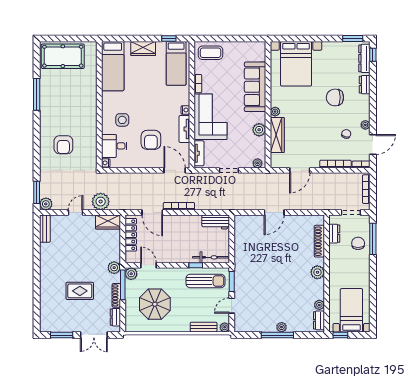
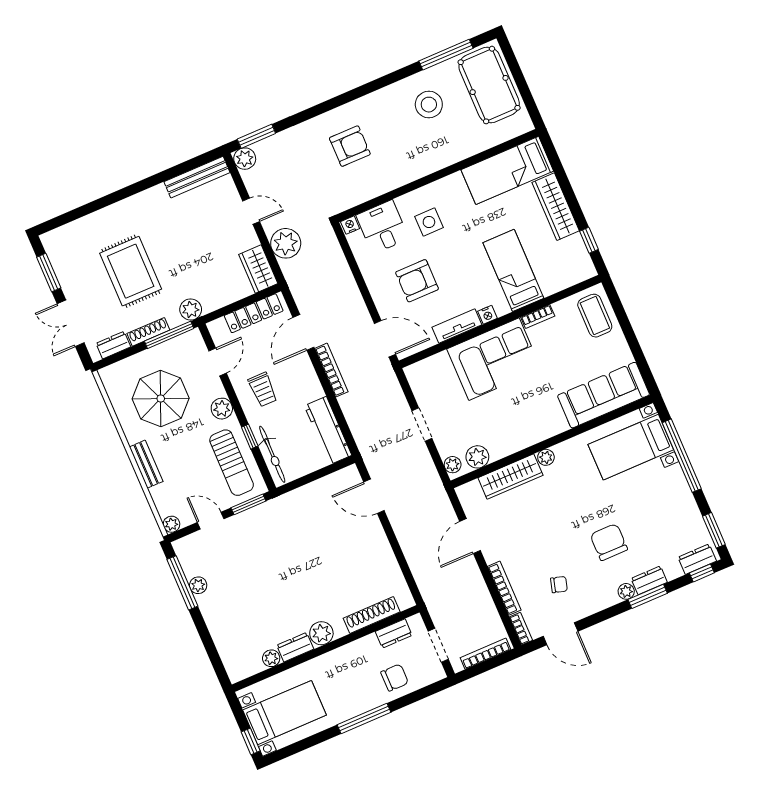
window: (305, 39) -> (682, 456), added
wardrobe: (143, 49) -> (556, 207), width x1.50
dresser: (364, 58) -> (697, 559), width x0.70
bed: (176, 63) -> (513, 270), moved, turned 90
bed with nightstands: (296, 64) -> (631, 447), width x0.73
sofa: (255, 87) -> (604, 395), moved
window: (373, 89) -> (648, 596), added
stool: (59, 93) -> (429, 105), added
window: (37, 94) -> (446, 55), moved
plant: (365, 125) -> (626, 591), moved
plant: (259, 130) -> (477, 457), moved
armchair: (63, 145) -> (350, 146), turned 180
tv unit: (199, 153) -> (429, 366), removed
door: (175, 170) -> (385, 339), hinge flipped
door: (300, 170) -> (470, 536), hinge flipped
door: (274, 213) -> (374, 496), moved
workbench: (216, 222) -> (328, 430), width x1.38
bench: (45, 229) -> (197, 177), width x1.36
window: (373, 239) -> (364, 718), moved
trolley: (174, 247) -> (263, 389), added
plant: (131, 274) -> (222, 409), moved
rug: (80, 291) -> (131, 271), width x1.36, depth x1.43
dresser: (319, 320) -> (295, 647), moved
bench: (204, 327) -> (146, 464), moved
plant: (282, 327) -> (198, 585), moved
window: (277, 335) -> (182, 583), moved
window: (340, 335) -> (251, 741), moved

